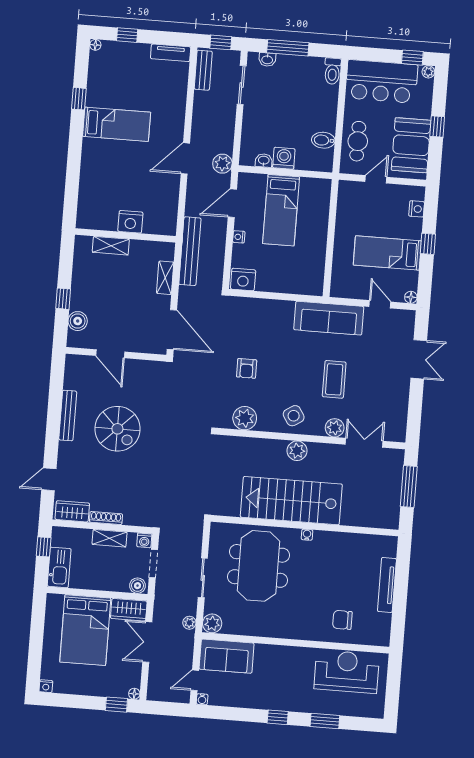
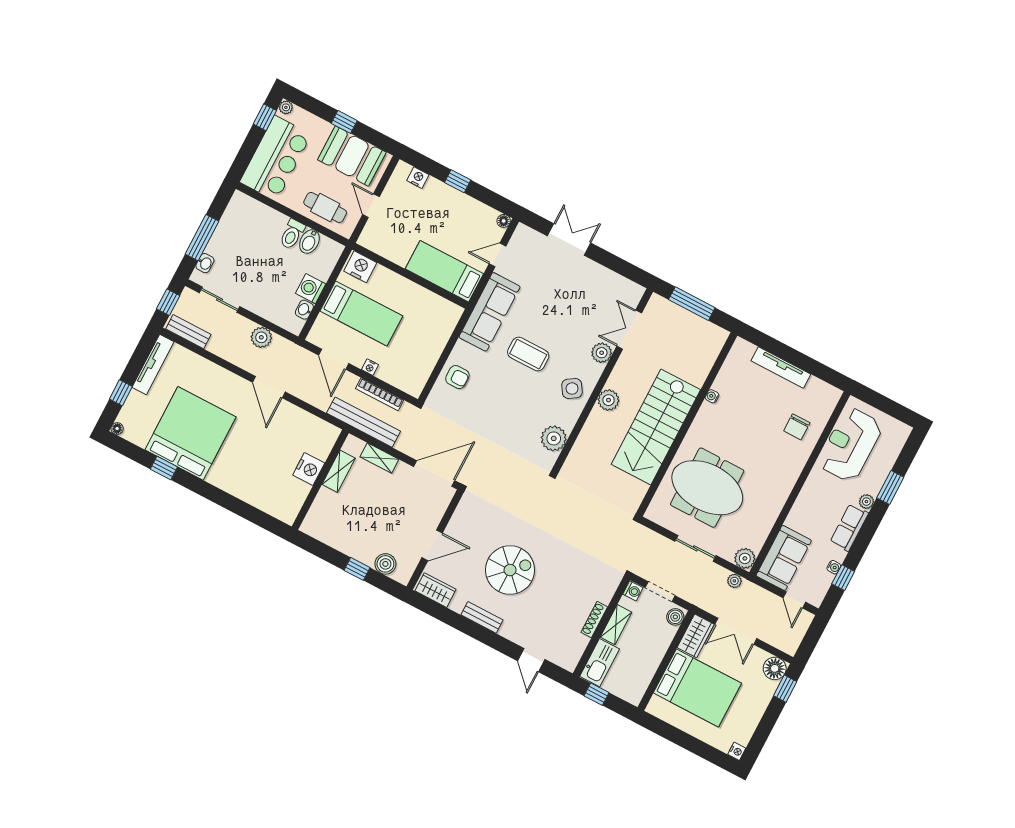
tv unit: (171, 53) -> (153, 365), width x1.41
toilet: (332, 71) -> (292, 234), moved, turned 90
bed: (117, 124) -> (191, 433), width x2.04
plant: (222, 164) -> (261, 337), moved
shelving: (111, 246) -> (339, 471), moved
bed: (387, 253) -> (444, 271), moved, turned 90
bookcase: (219, 255) -> (380, 394), added
nightstand: (243, 279) -> (360, 267), moved, turned -90
armchair: (247, 368) -> (457, 377), moved
coffee table: (334, 379) -> (528, 354), moved
bench: (68, 415) -> (482, 617), width x0.73
wardrobe: (72, 511) -> (436, 590), moved, turned 90
water cooler: (307, 535) -> (712, 396), moved
kitchen sink: (59, 567) -> (600, 663), moved, turned 90
floor lamp: (134, 694) -> (775, 668), width x1.89, depth x1.89
water cooler: (202, 699) -> (834, 567), moved
row of seats: (276, 701) -> (849, 527), added
plant: (304, 706) -> (866, 502), added
window: (278, 717) -> (843, 578), moved

